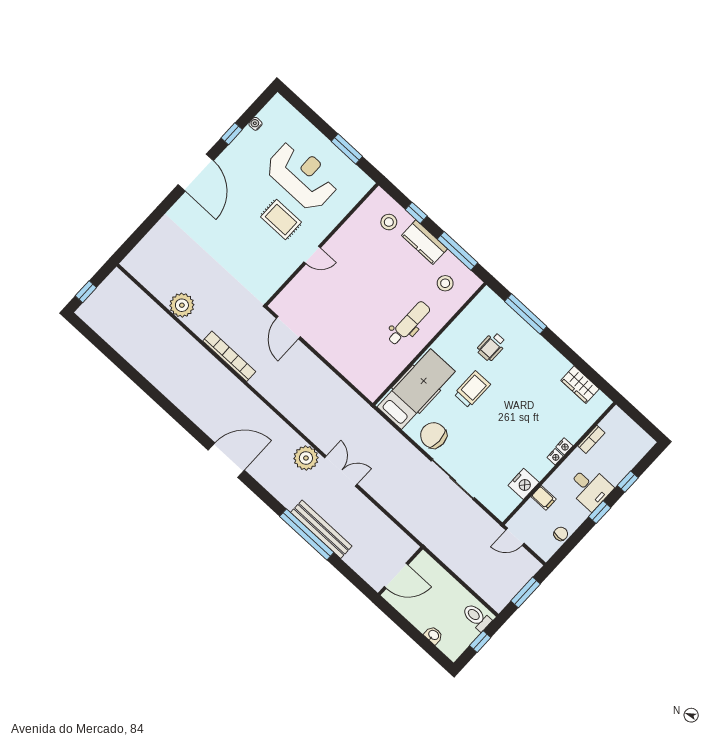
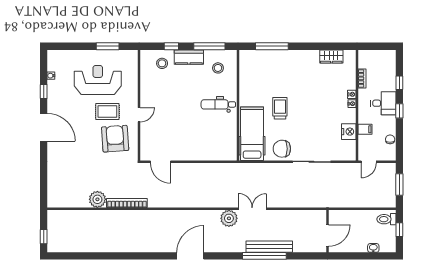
armchair: (262, 257) -> (115, 139), added
dental chair: (409, 323) -> (218, 104), turned -90
wheelchair: (492, 347) -> (270, 78), removed
bookcase: (229, 356) -> (127, 203), moved

